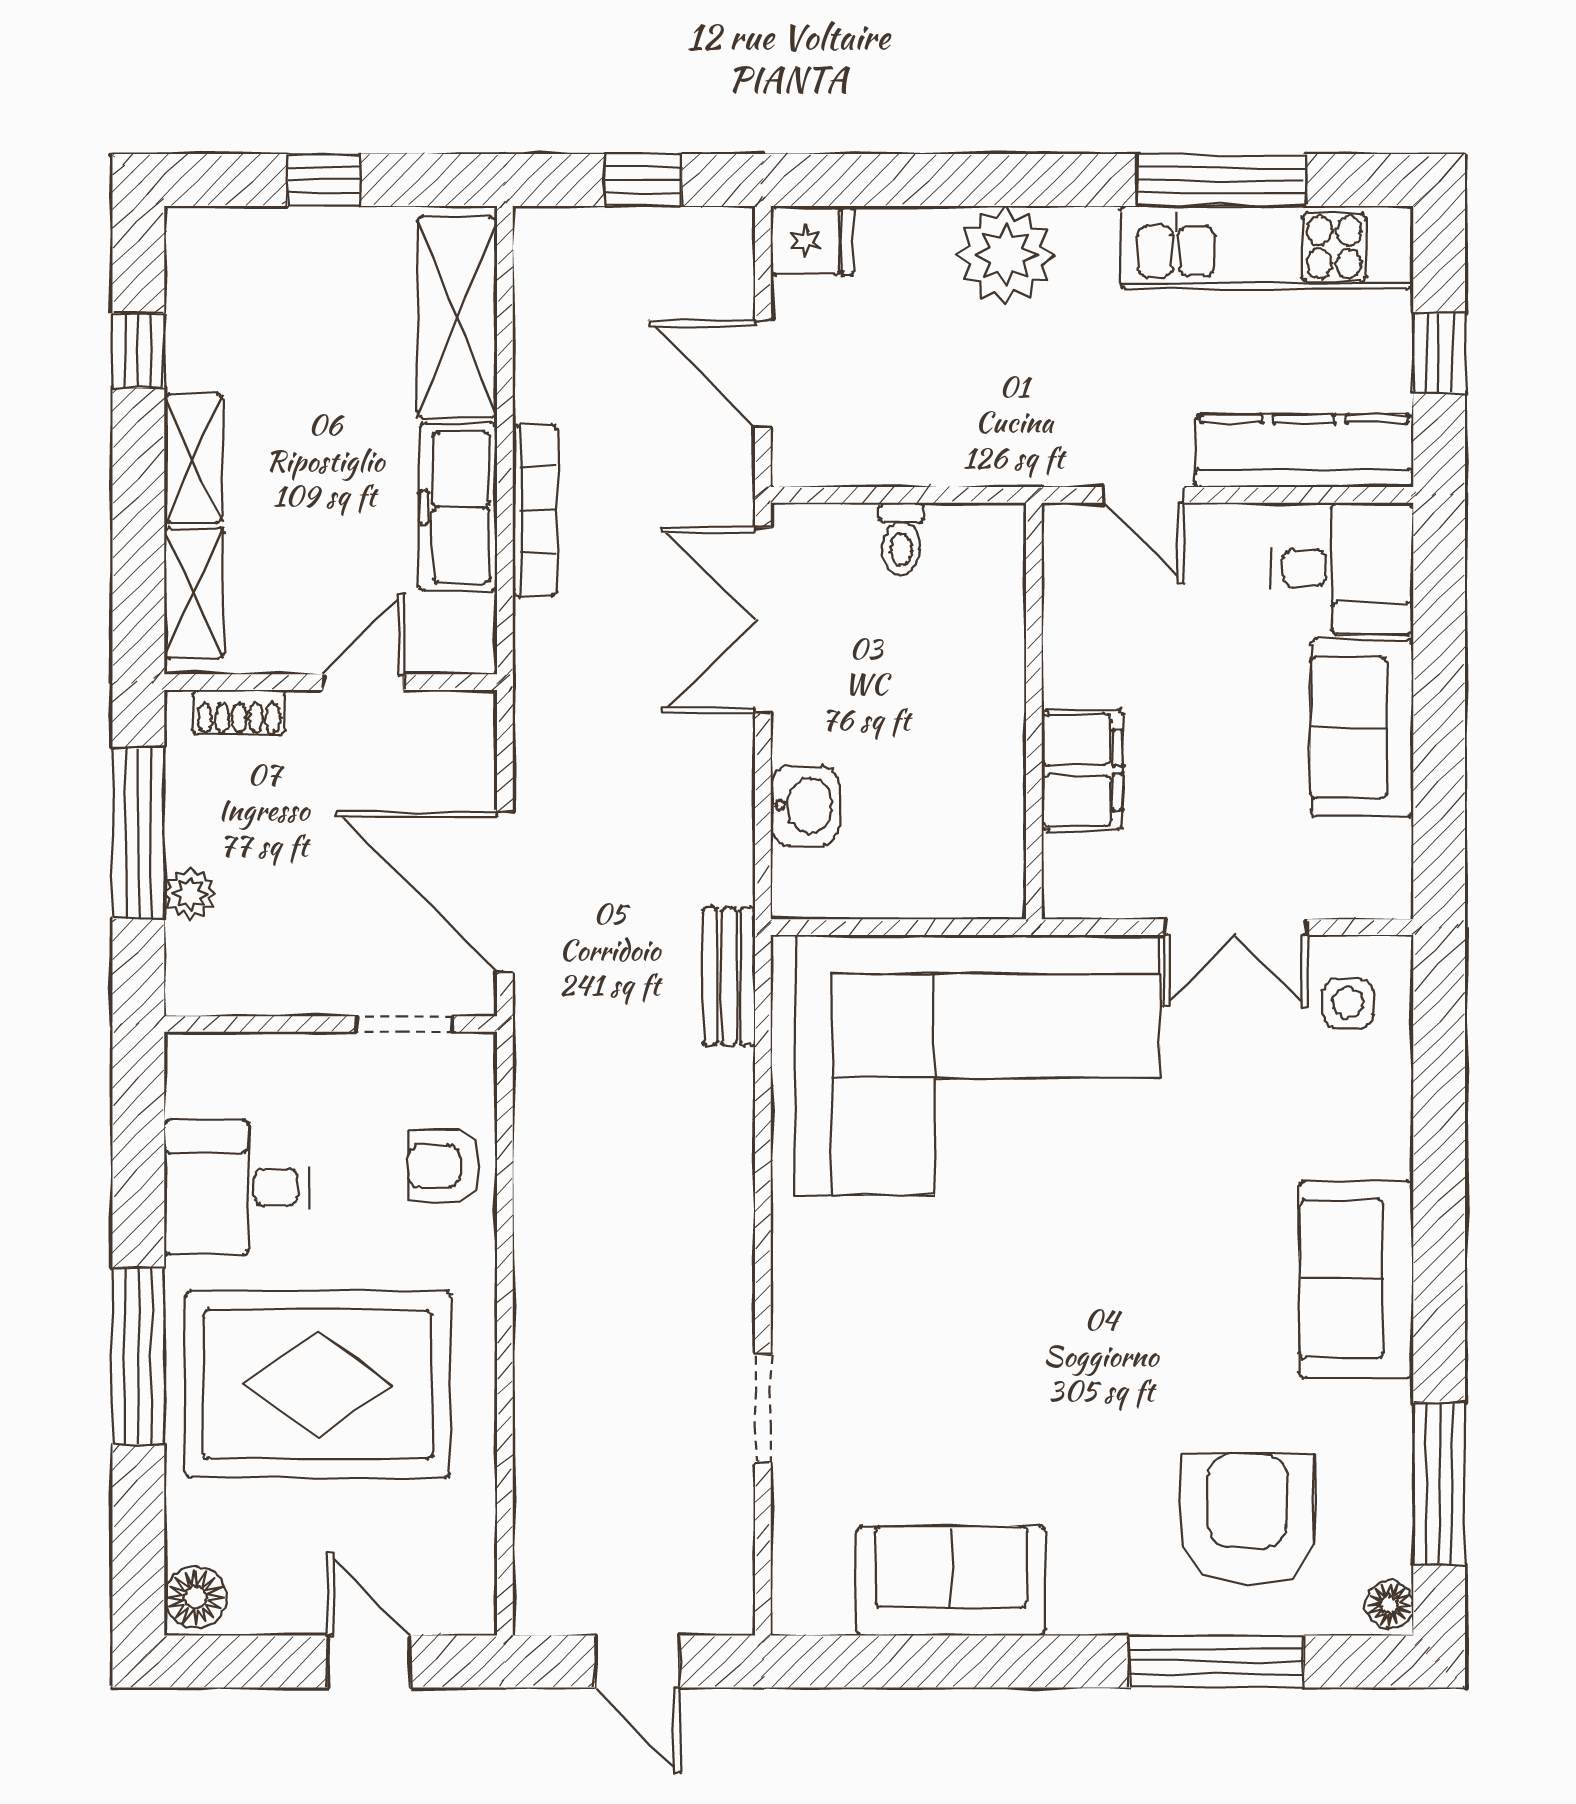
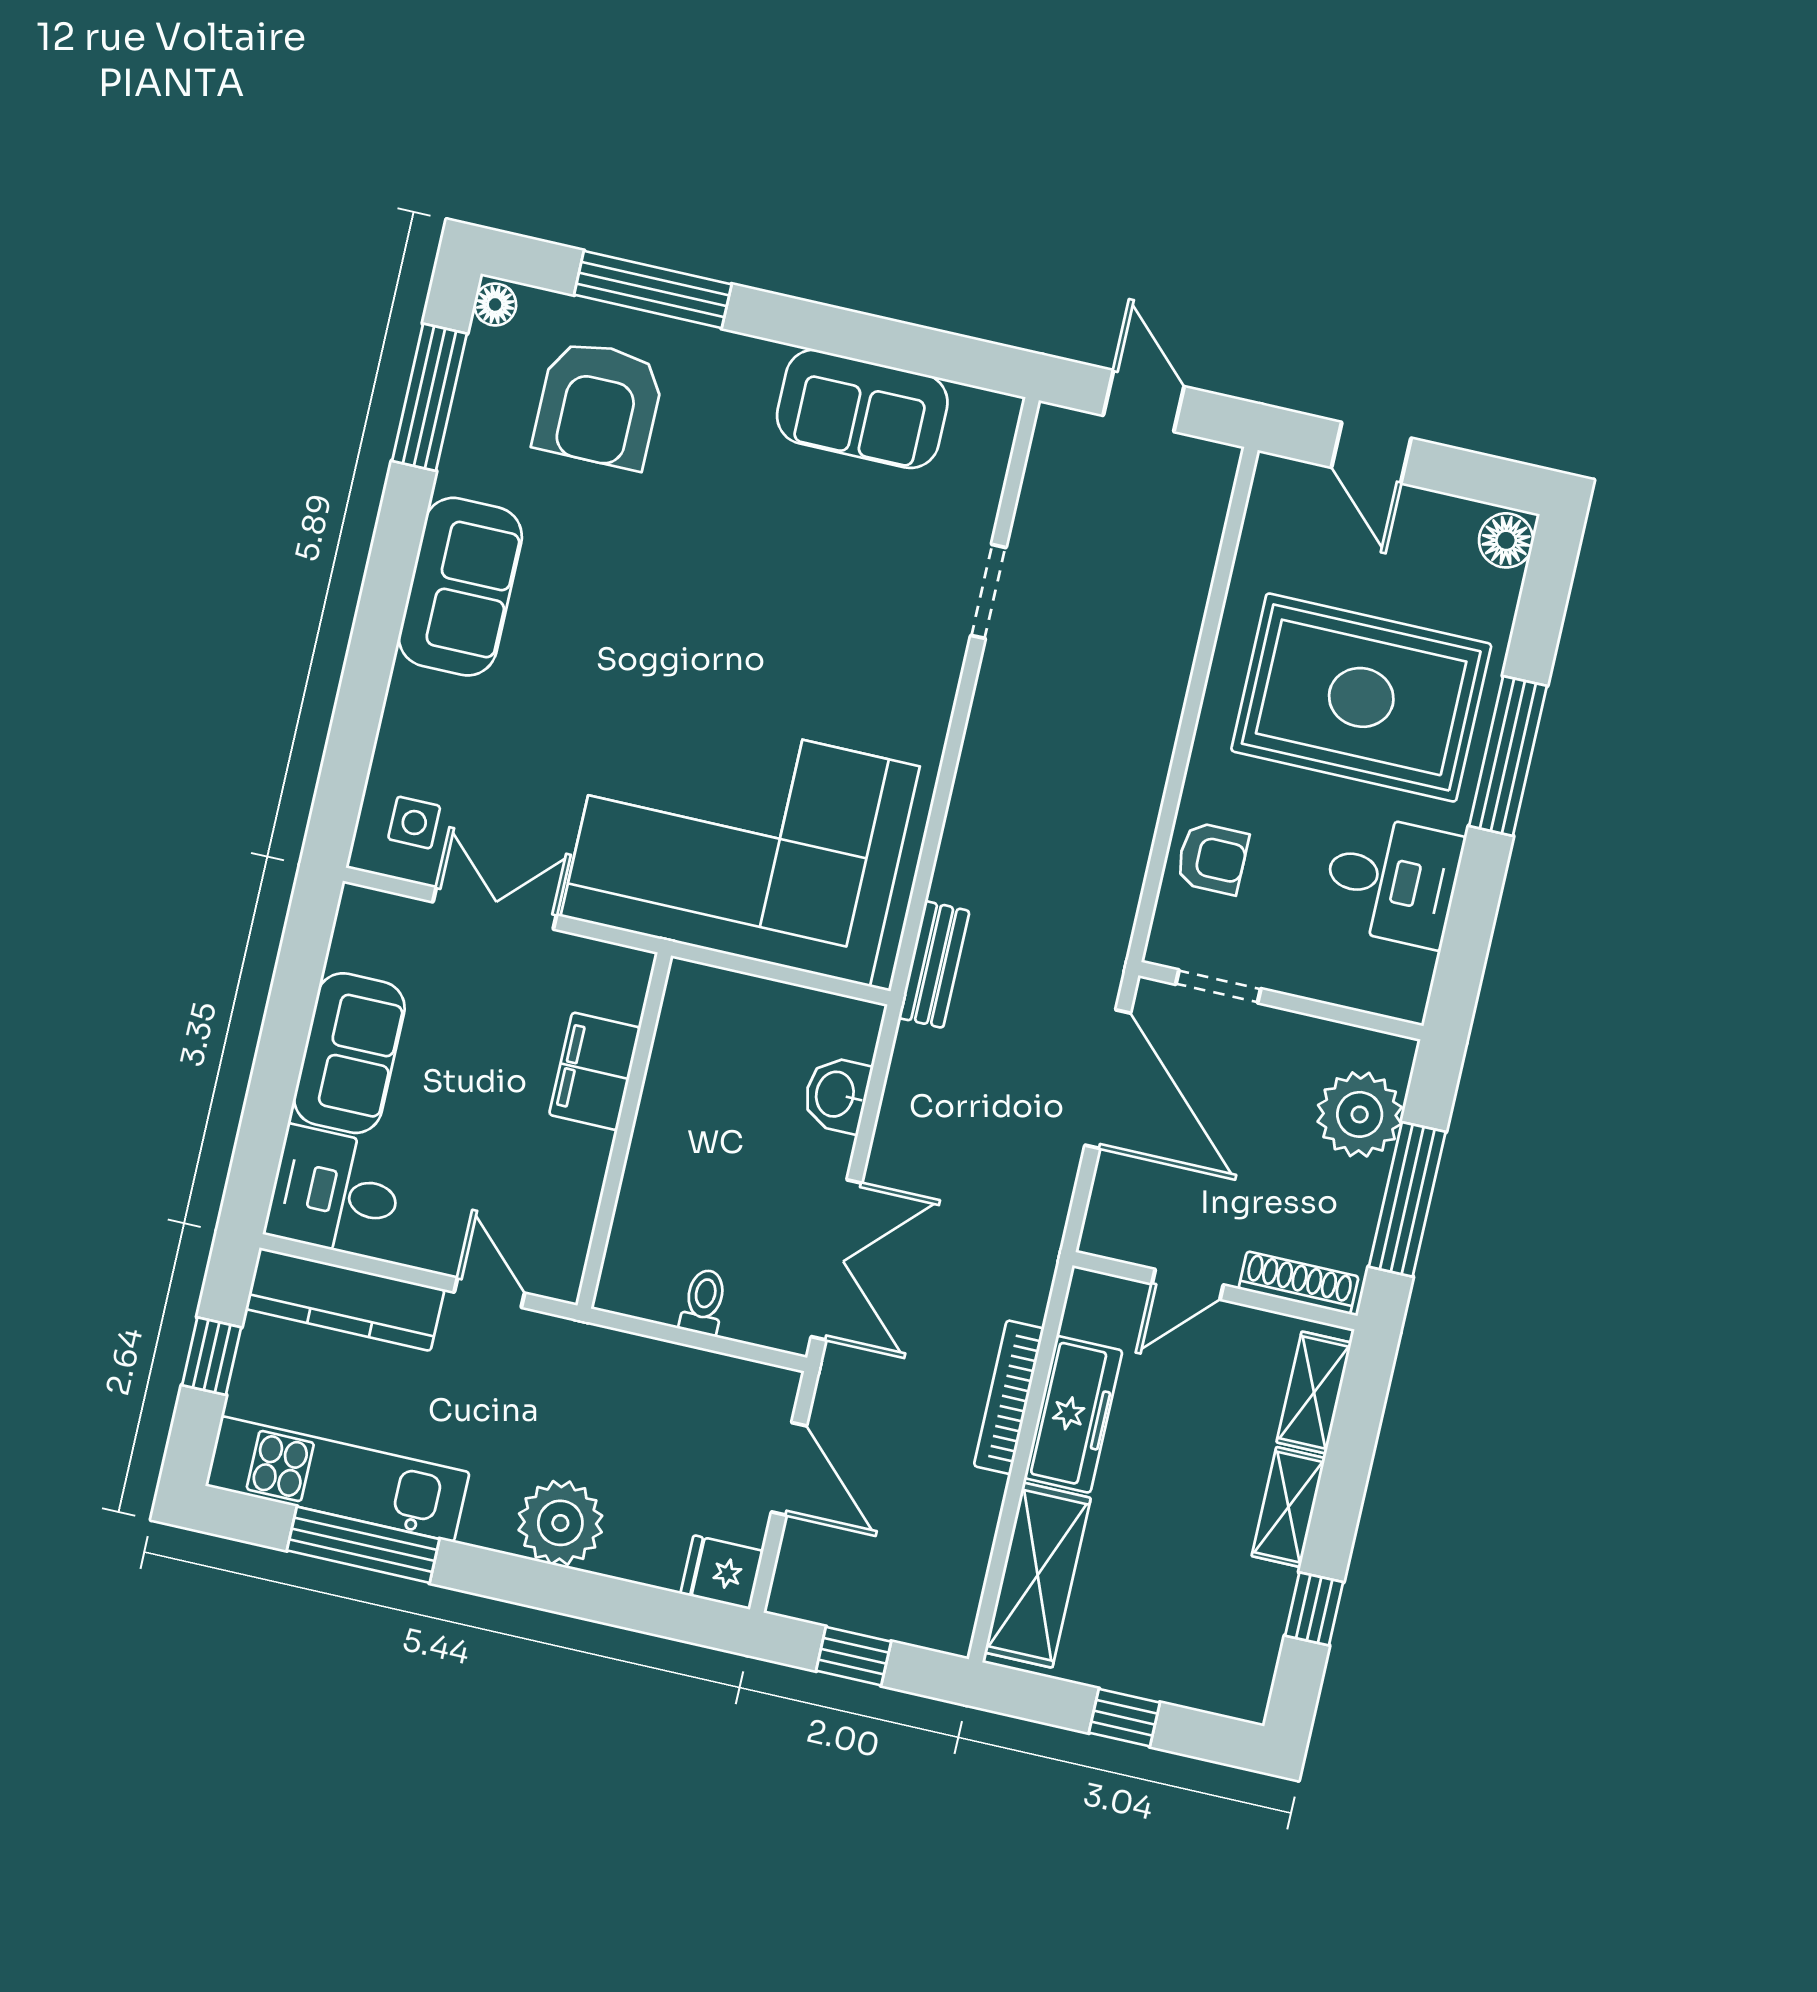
shoe rack: (239, 712) -> (1299, 1283), width x1.43
plant: (190, 894) -> (1360, 1114), width x1.88, depth x1.88

